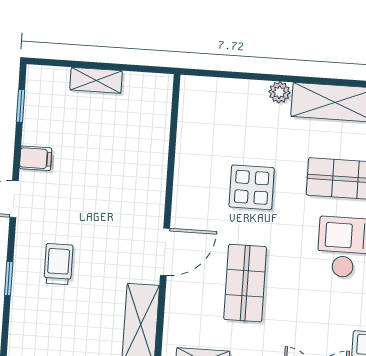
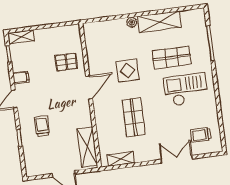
shelving: (96, 80) -> (21, 37), moved
pallet: (133, 145) -> (66, 62), added
door: (165, 252) -> (89, 87), moved

